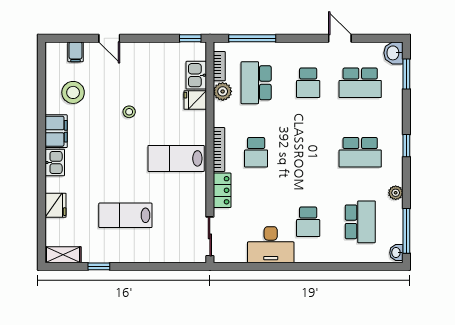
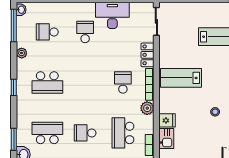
school desk: (256, 83) -> (123, 133), turned 180
school desk: (308, 83) -> (85, 133), turned -90
plant: (223, 91) -> (147, 108), moved
school desk: (360, 152) -> (47, 82), turned 180
lab bench: (176, 158) -> (181, 78), turned 180
school desk: (360, 222) -> (47, 32), width x0.54

